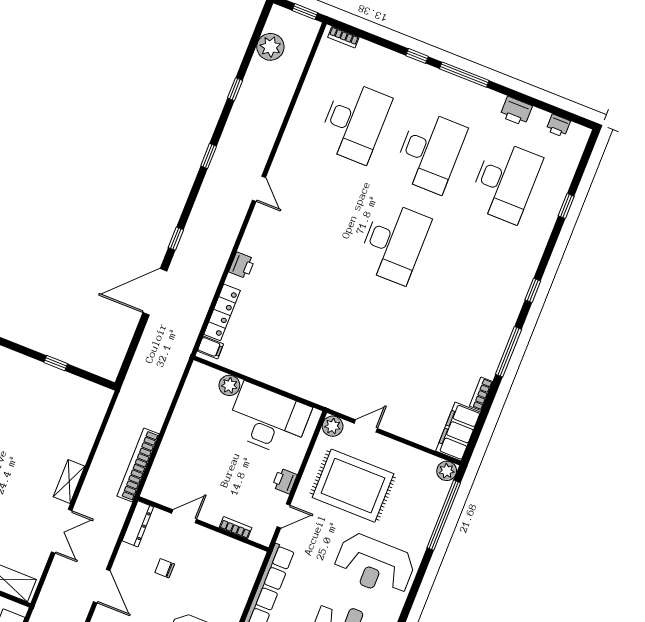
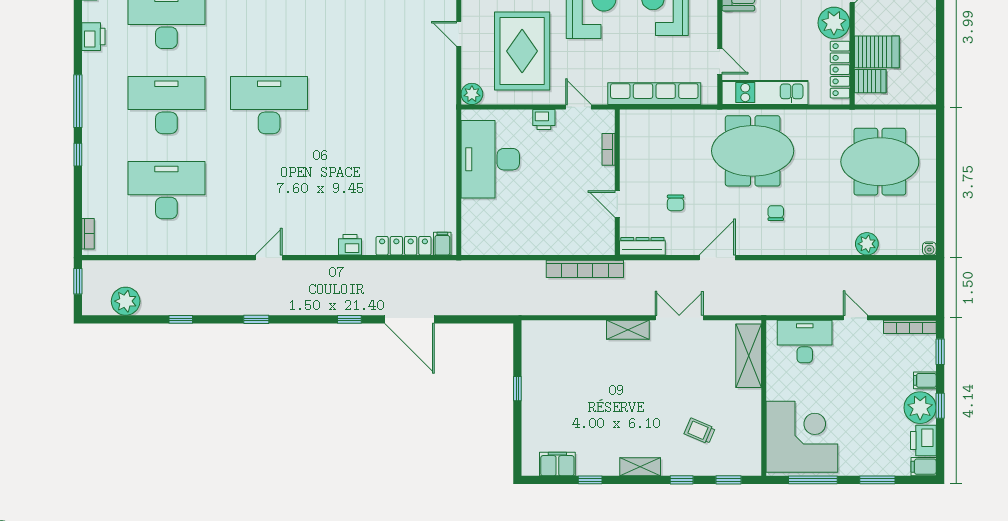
plant: (229, 385) -> (472, 210), removed
door: (366, 426) -> (459, 34), moved

